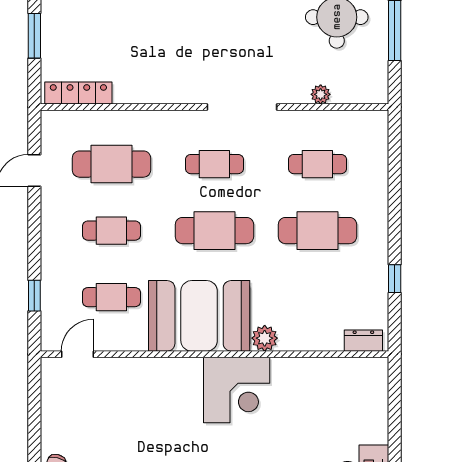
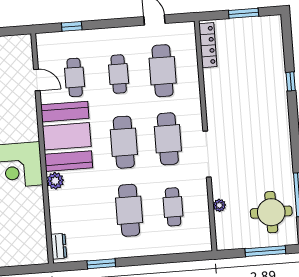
cafe table: (214, 164) -> (168, 139), width x1.37, depth x1.35
window: (395, 279) -> (101, 264), width x1.50
door: (77, 354) -> (37, 80), moved

